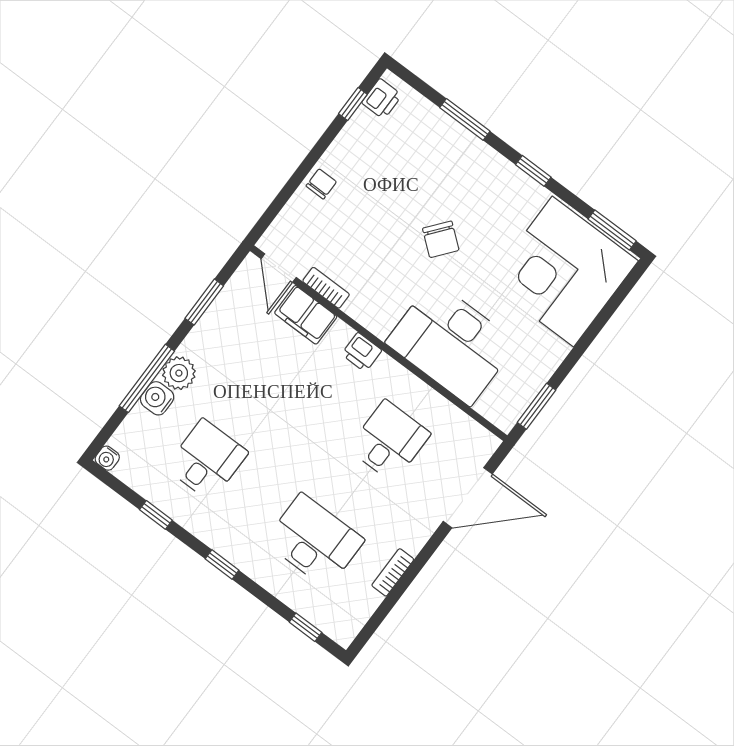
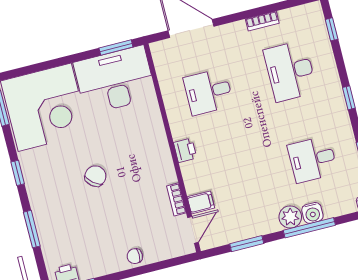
filing cabinet: (306, 315) -> (201, 202), width x0.50
desk: (452, 343) -> (115, 80), moved, turned -90

